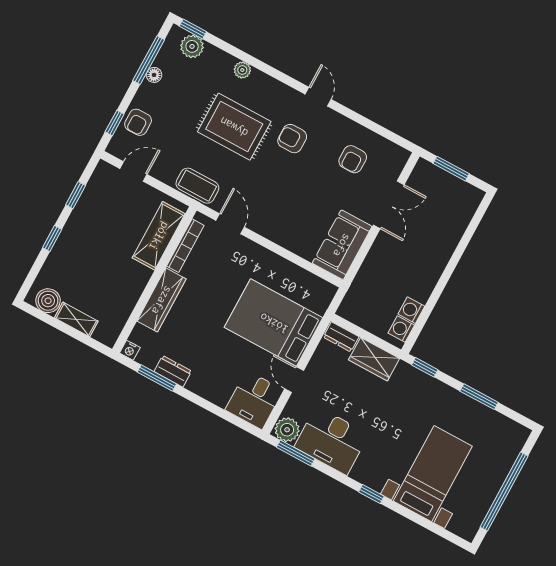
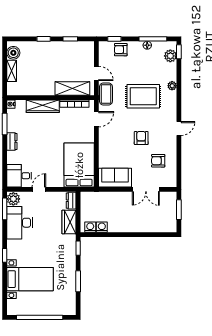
rug: (234, 127) -> (143, 96), turned 90
armchair: (292, 139) -> (141, 138), moved
door: (133, 171) -> (96, 73), moved
bed: (274, 323) -> (79, 165), moved
dresser: (173, 371) -> (12, 142), moved

